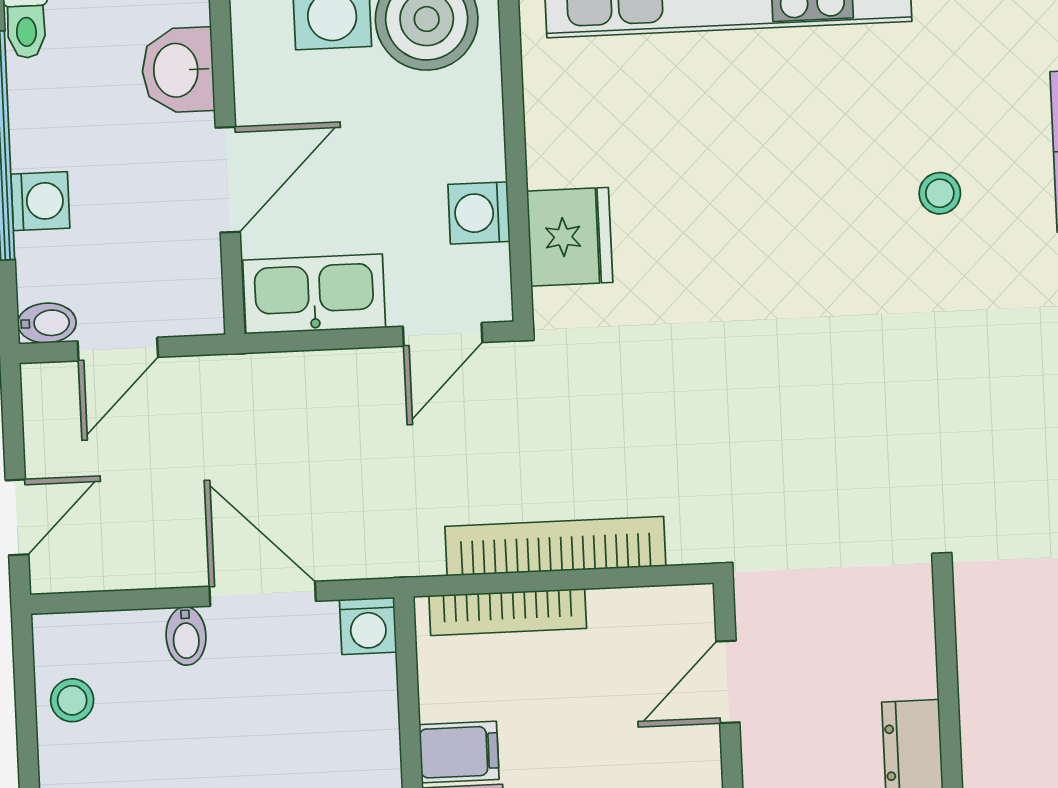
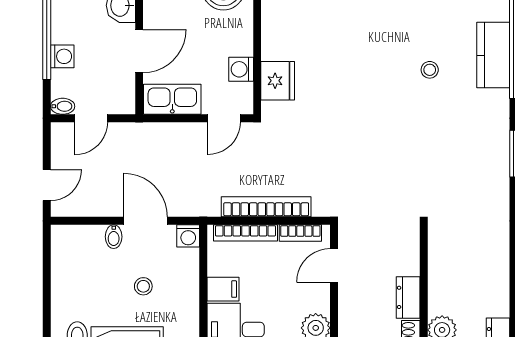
bookcase: (642, 606) -> (300, 233), added
stool: (72, 700) -> (143, 286), moved

